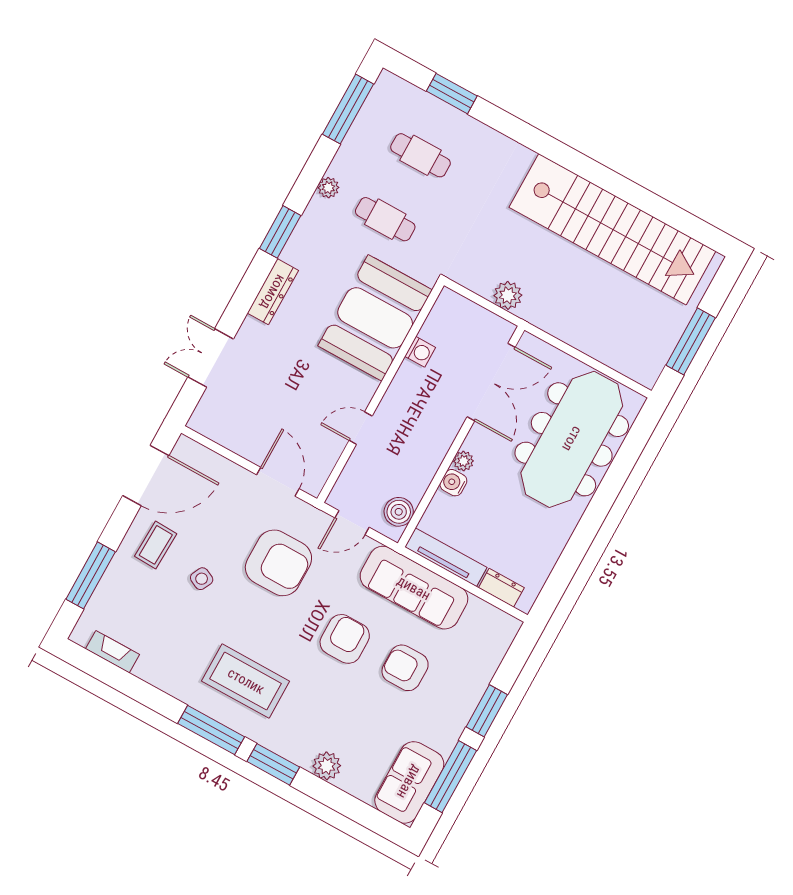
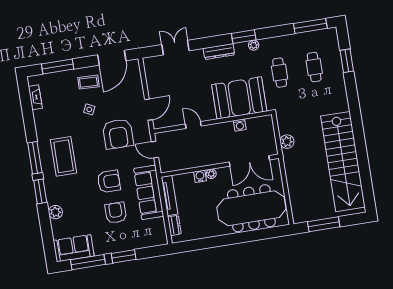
plant: (328, 188) -> (254, 45), moved
door: (146, 476) -> (112, 58), hinge flipped
boiler: (399, 512) -> (173, 164), removed

